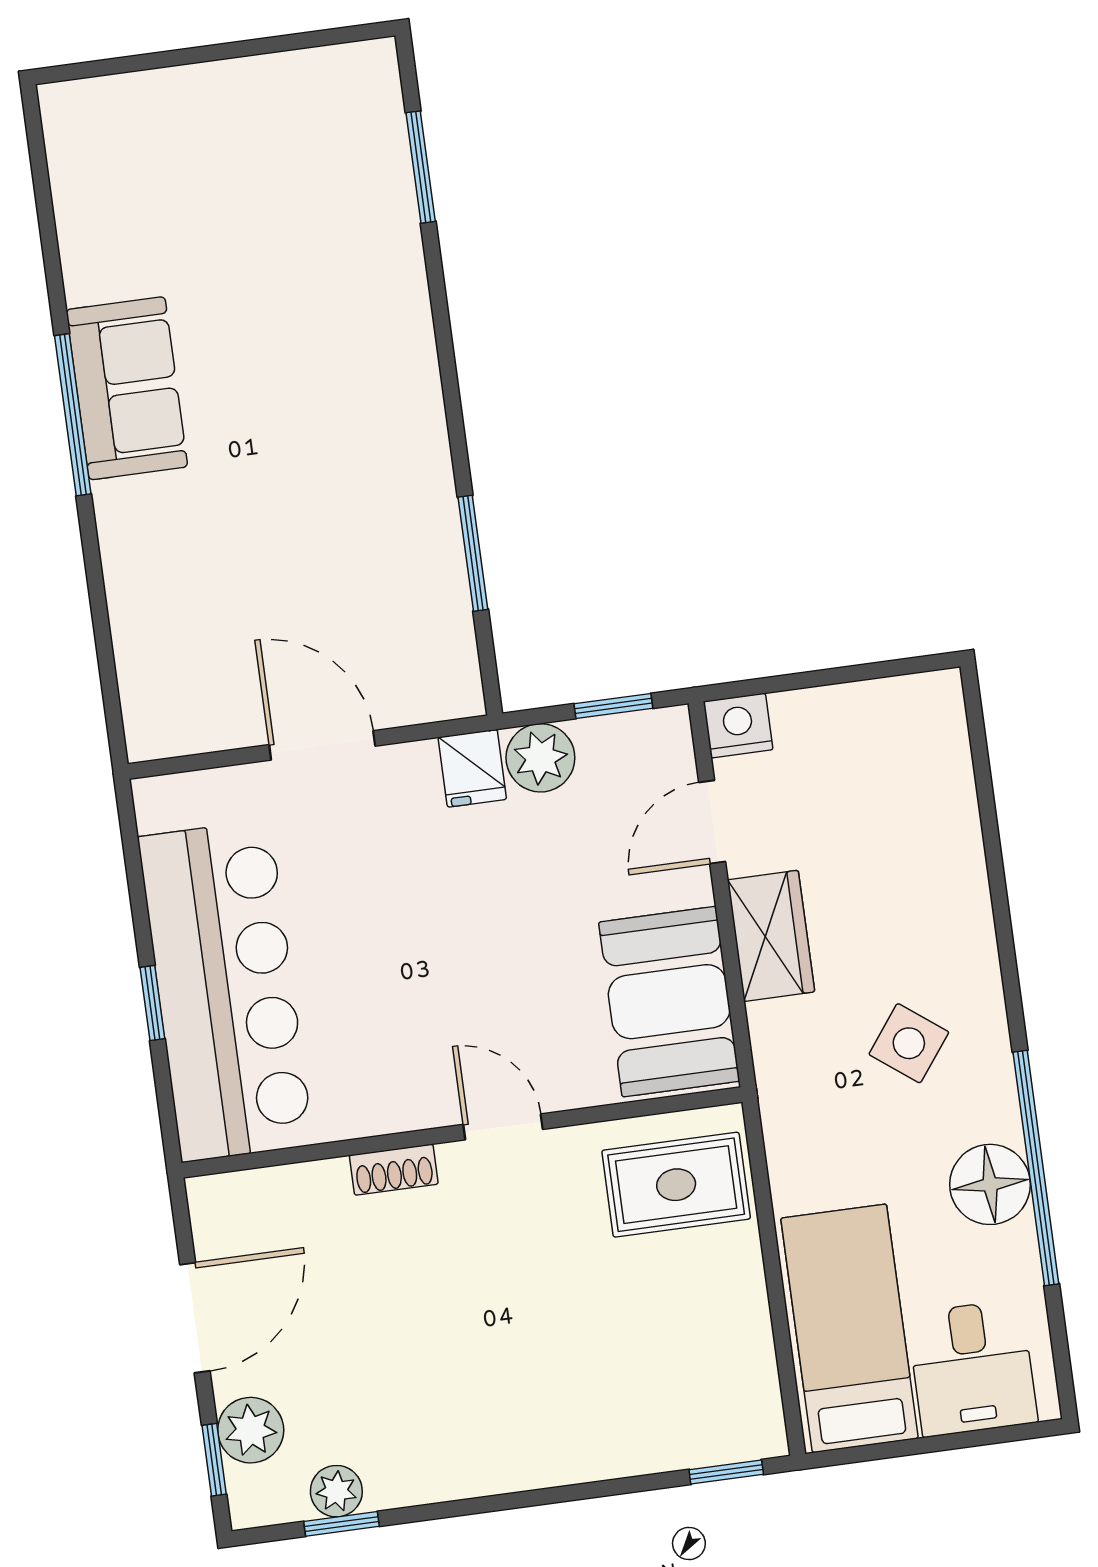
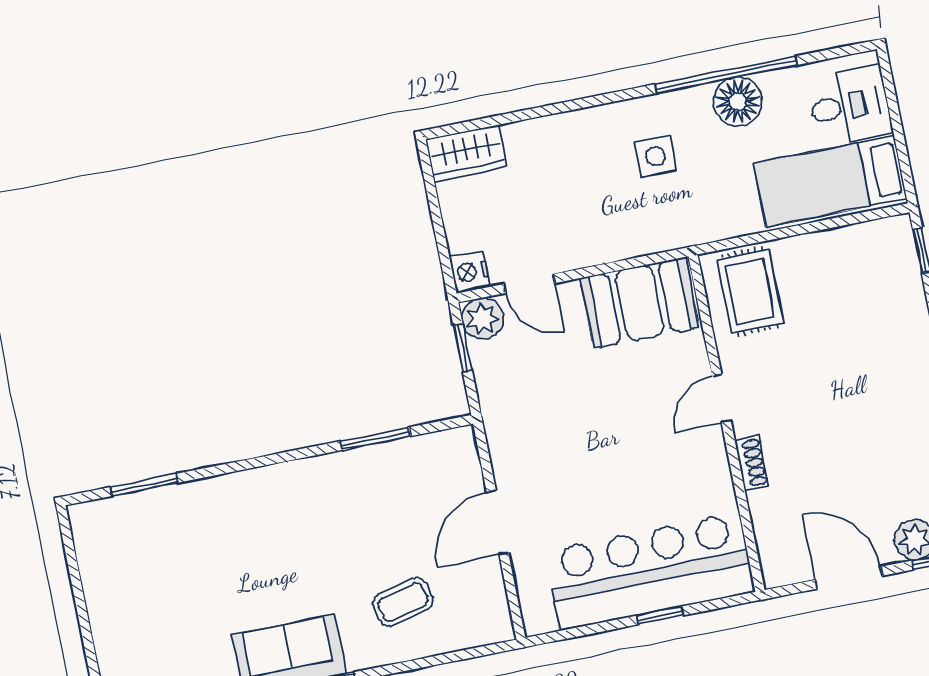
coffee table: (201, 581) -> (403, 602), added
plant: (540, 758) -> (483, 319), moved
fridge: (472, 768) -> (506, 431), removed
wardrobe: (771, 936) -> (466, 153), moved, turned 180
side table: (909, 1043) -> (655, 156), turned -37

